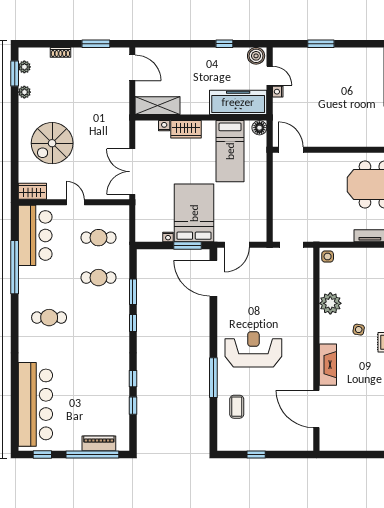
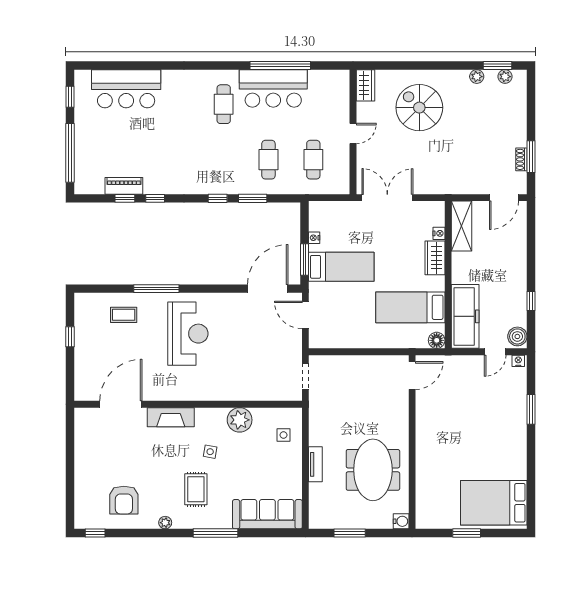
shoe rack: (60, 52) -> (521, 159), moved
nightstand: (278, 92) -> (518, 361), moved
bed: (194, 213) -> (341, 267), width x0.67
bar counter: (35, 235) -> (273, 88), moved
side table: (328, 256) -> (283, 435), moved
bar counter: (35, 404) -> (126, 89), width x0.73
piano: (99, 443) -> (124, 186), moved, turned -90

